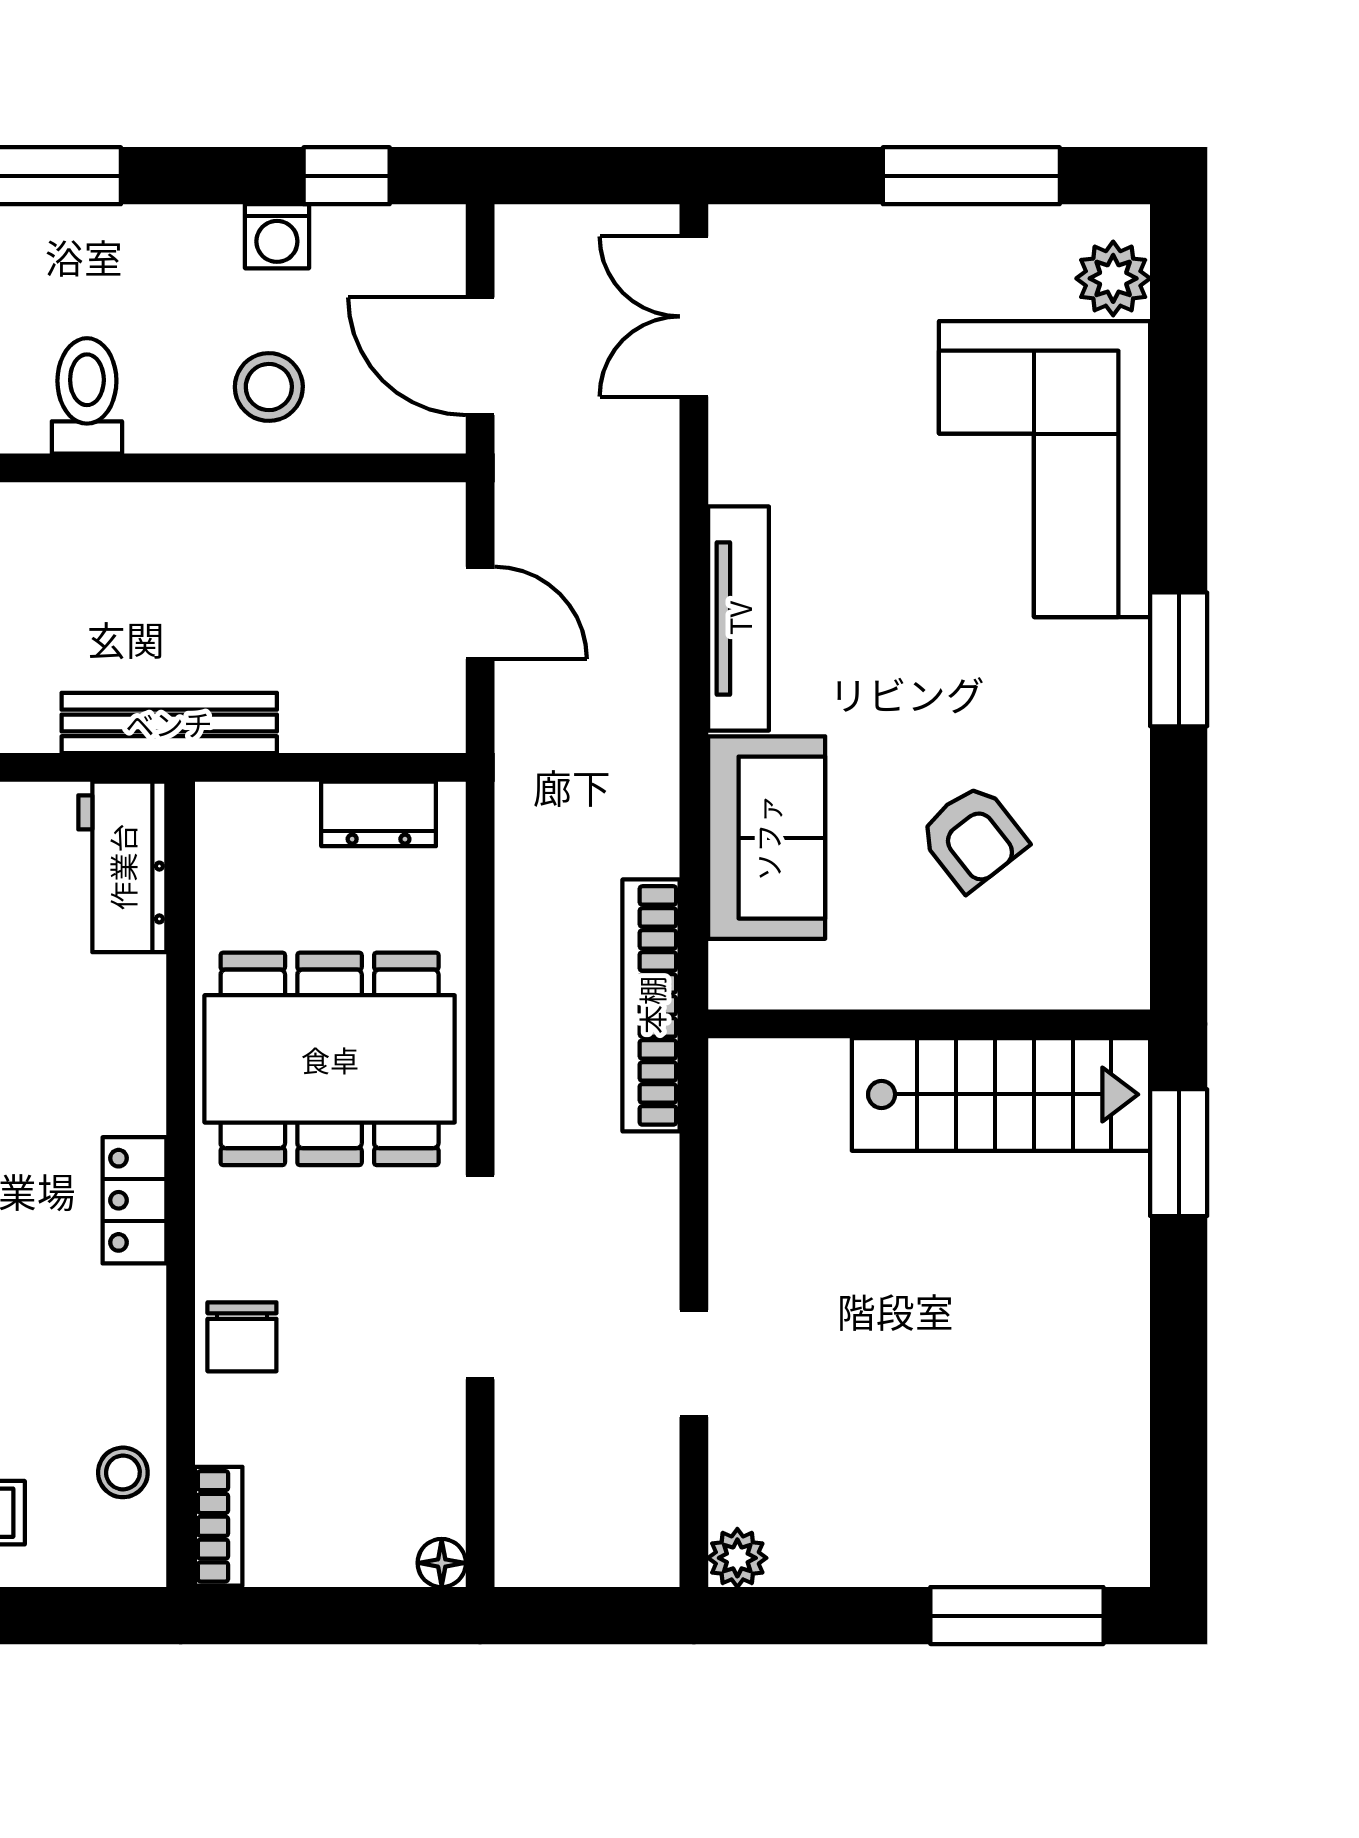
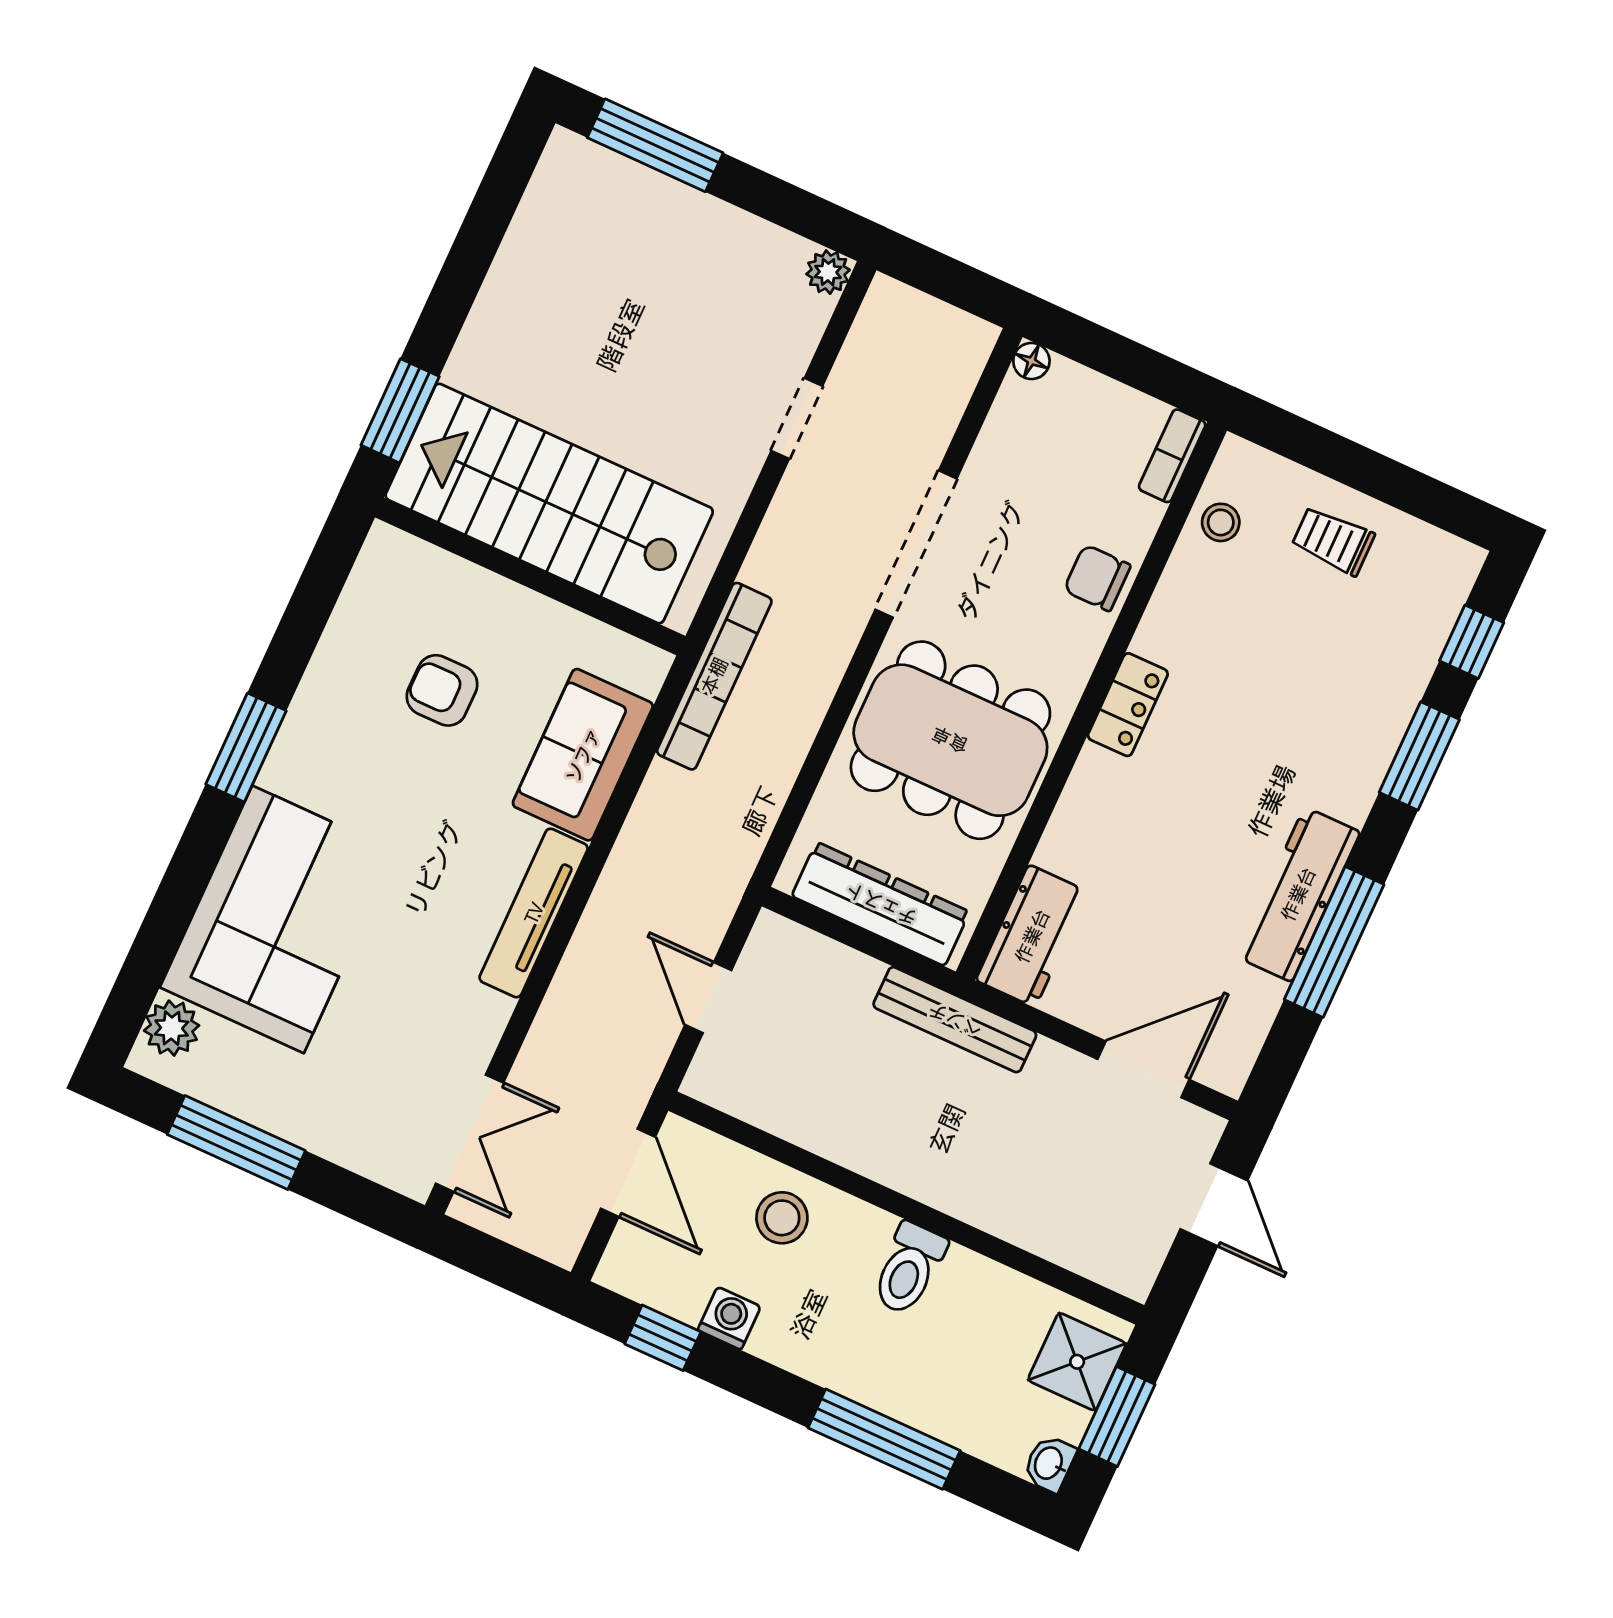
dresser: (379, 814) -> (881, 904), width x1.96, depth x1.24
armchair: (973, 837) -> (442, 690), turned -52
stairs: (1001, 1094) -> (549, 504), width x1.36, depth x1.51
chair: (242, 1337) -> (1097, 578), turned -90

